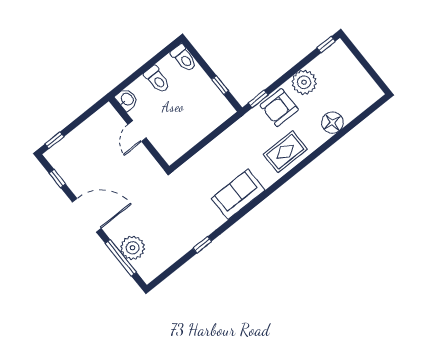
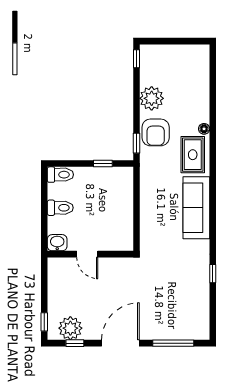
floor lamp: (332, 123) -> (204, 129), moved, width x0.53, depth x0.53
sofa: (238, 194) -> (196, 208), width x1.36
plant: (133, 248) -> (70, 328), moved

